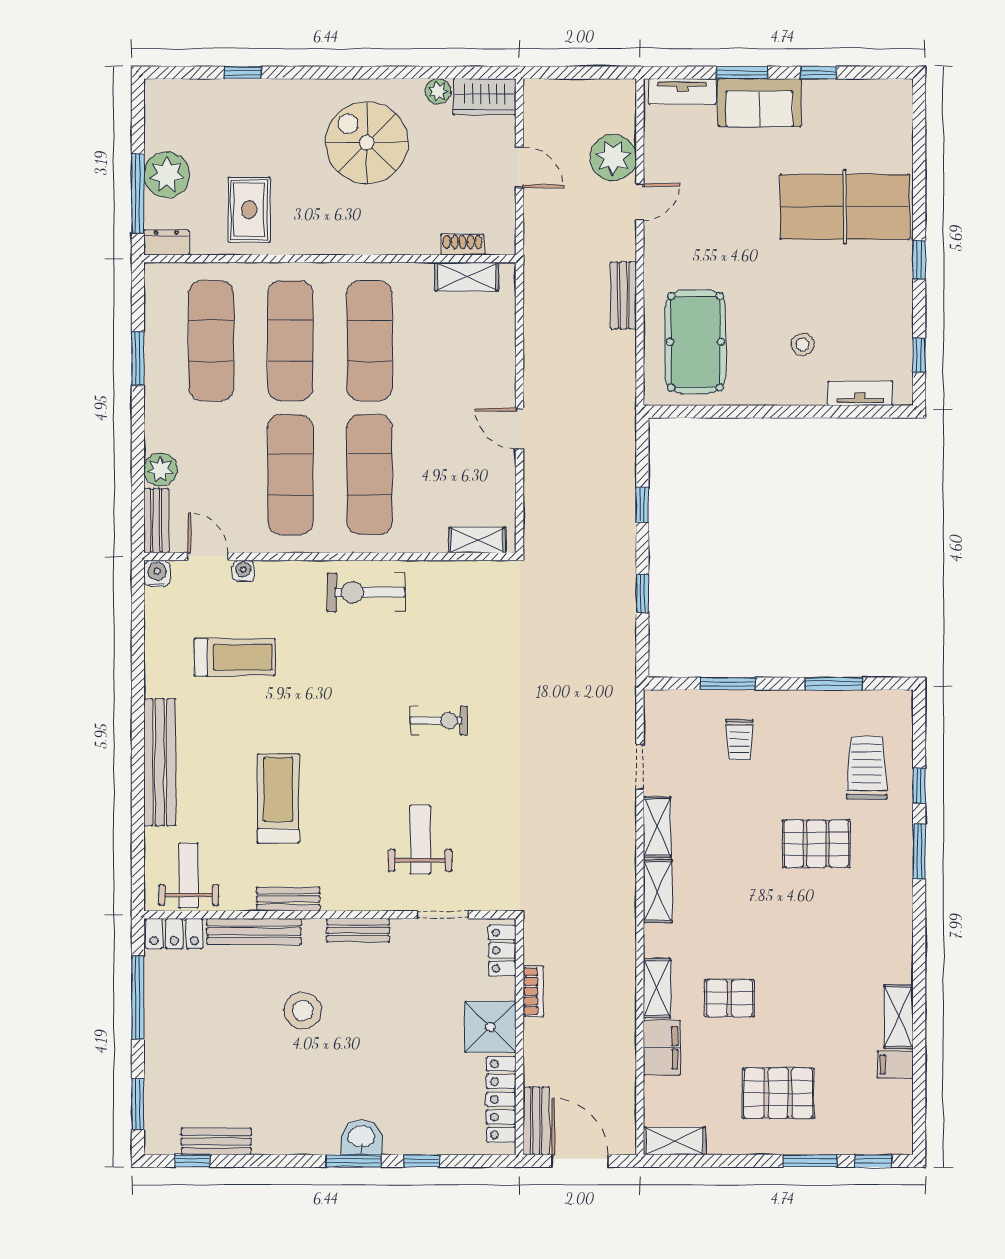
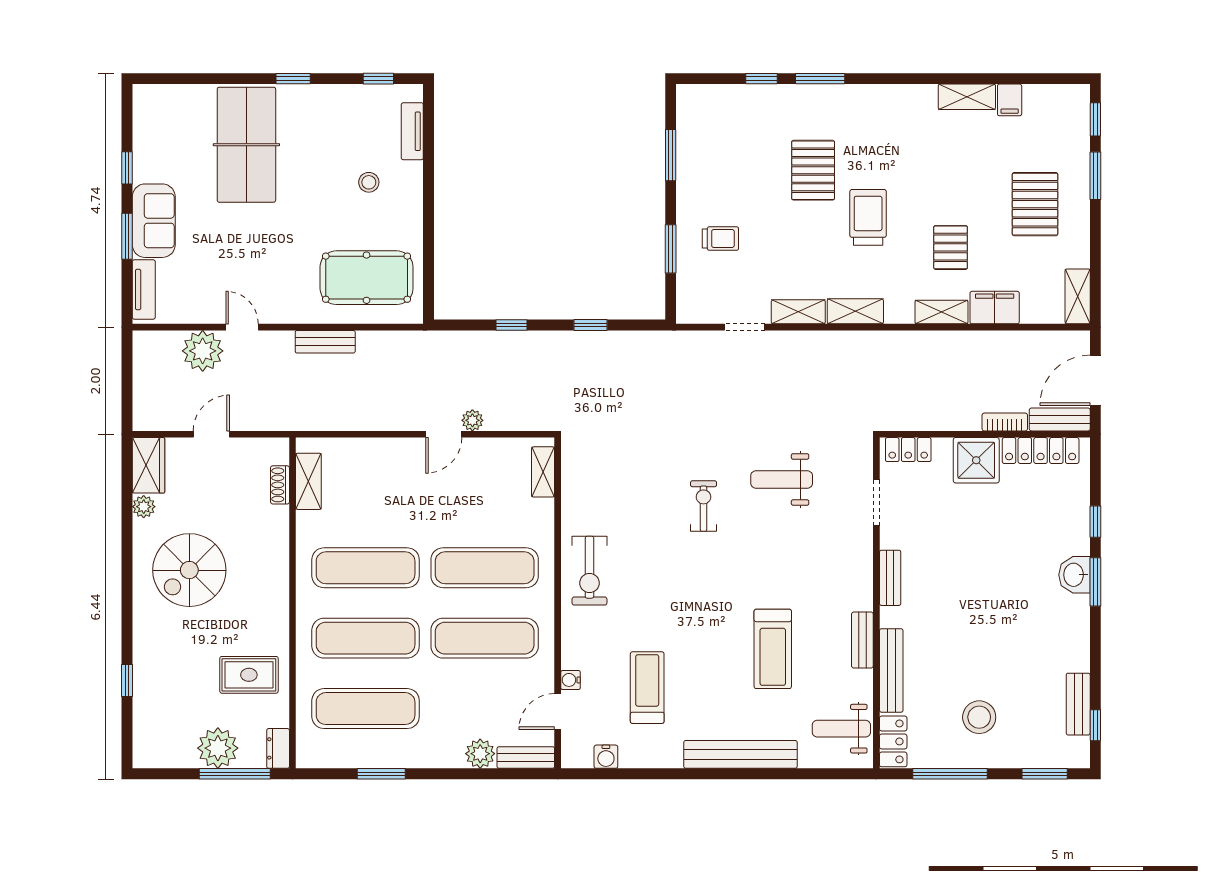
plant: (535, 461) -> (472, 420), added
water cooler: (157, 573) -> (606, 757), moved, turned -90
trolley: (867, 768) -> (868, 217), moved, turned 90
treadmill: (278, 798) -> (773, 649), turned -90
weight bench: (420, 840) -> (782, 479), moved
bookcase: (533, 991) -> (1005, 422), moved
stool: (303, 1011) -> (979, 717), moved

